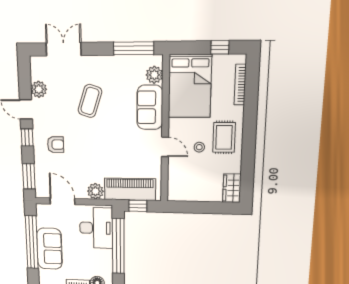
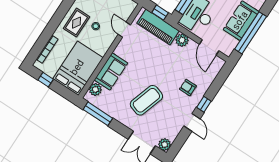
plant: (39, 89) -> (165, 145), moved
coffee table: (90, 101) -> (146, 100), width x1.36, depth x1.32
door: (165, 147) -> (124, 30), moved
window: (29, 176) -> (221, 79), removed

